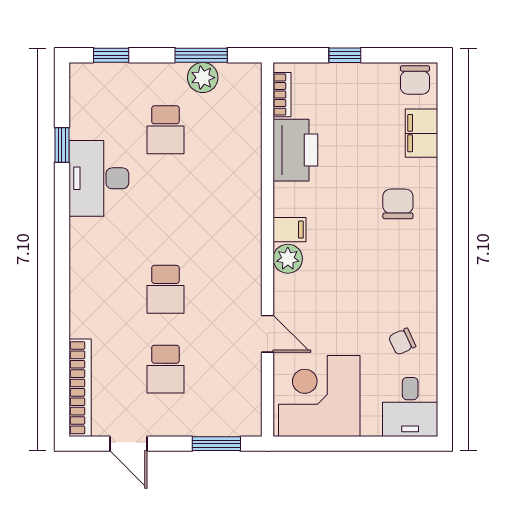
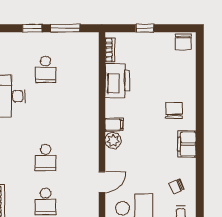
window: (111, 55) -> (32, 28), moved
plant: (203, 78) -> (66, 40), removed
filing cabinet: (421, 133) -> (187, 144), moved
door: (267, 334) -> (102, 182), hinge flipped

